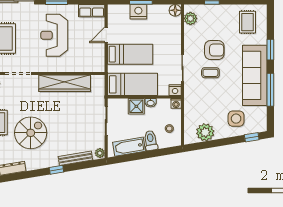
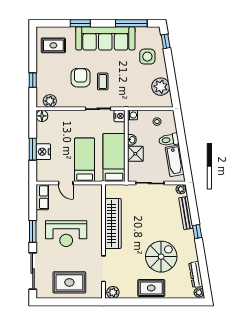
window: (270, 90) -> (131, 23), moved
spiral stairs: (31, 133) -> (161, 257), turned 90

